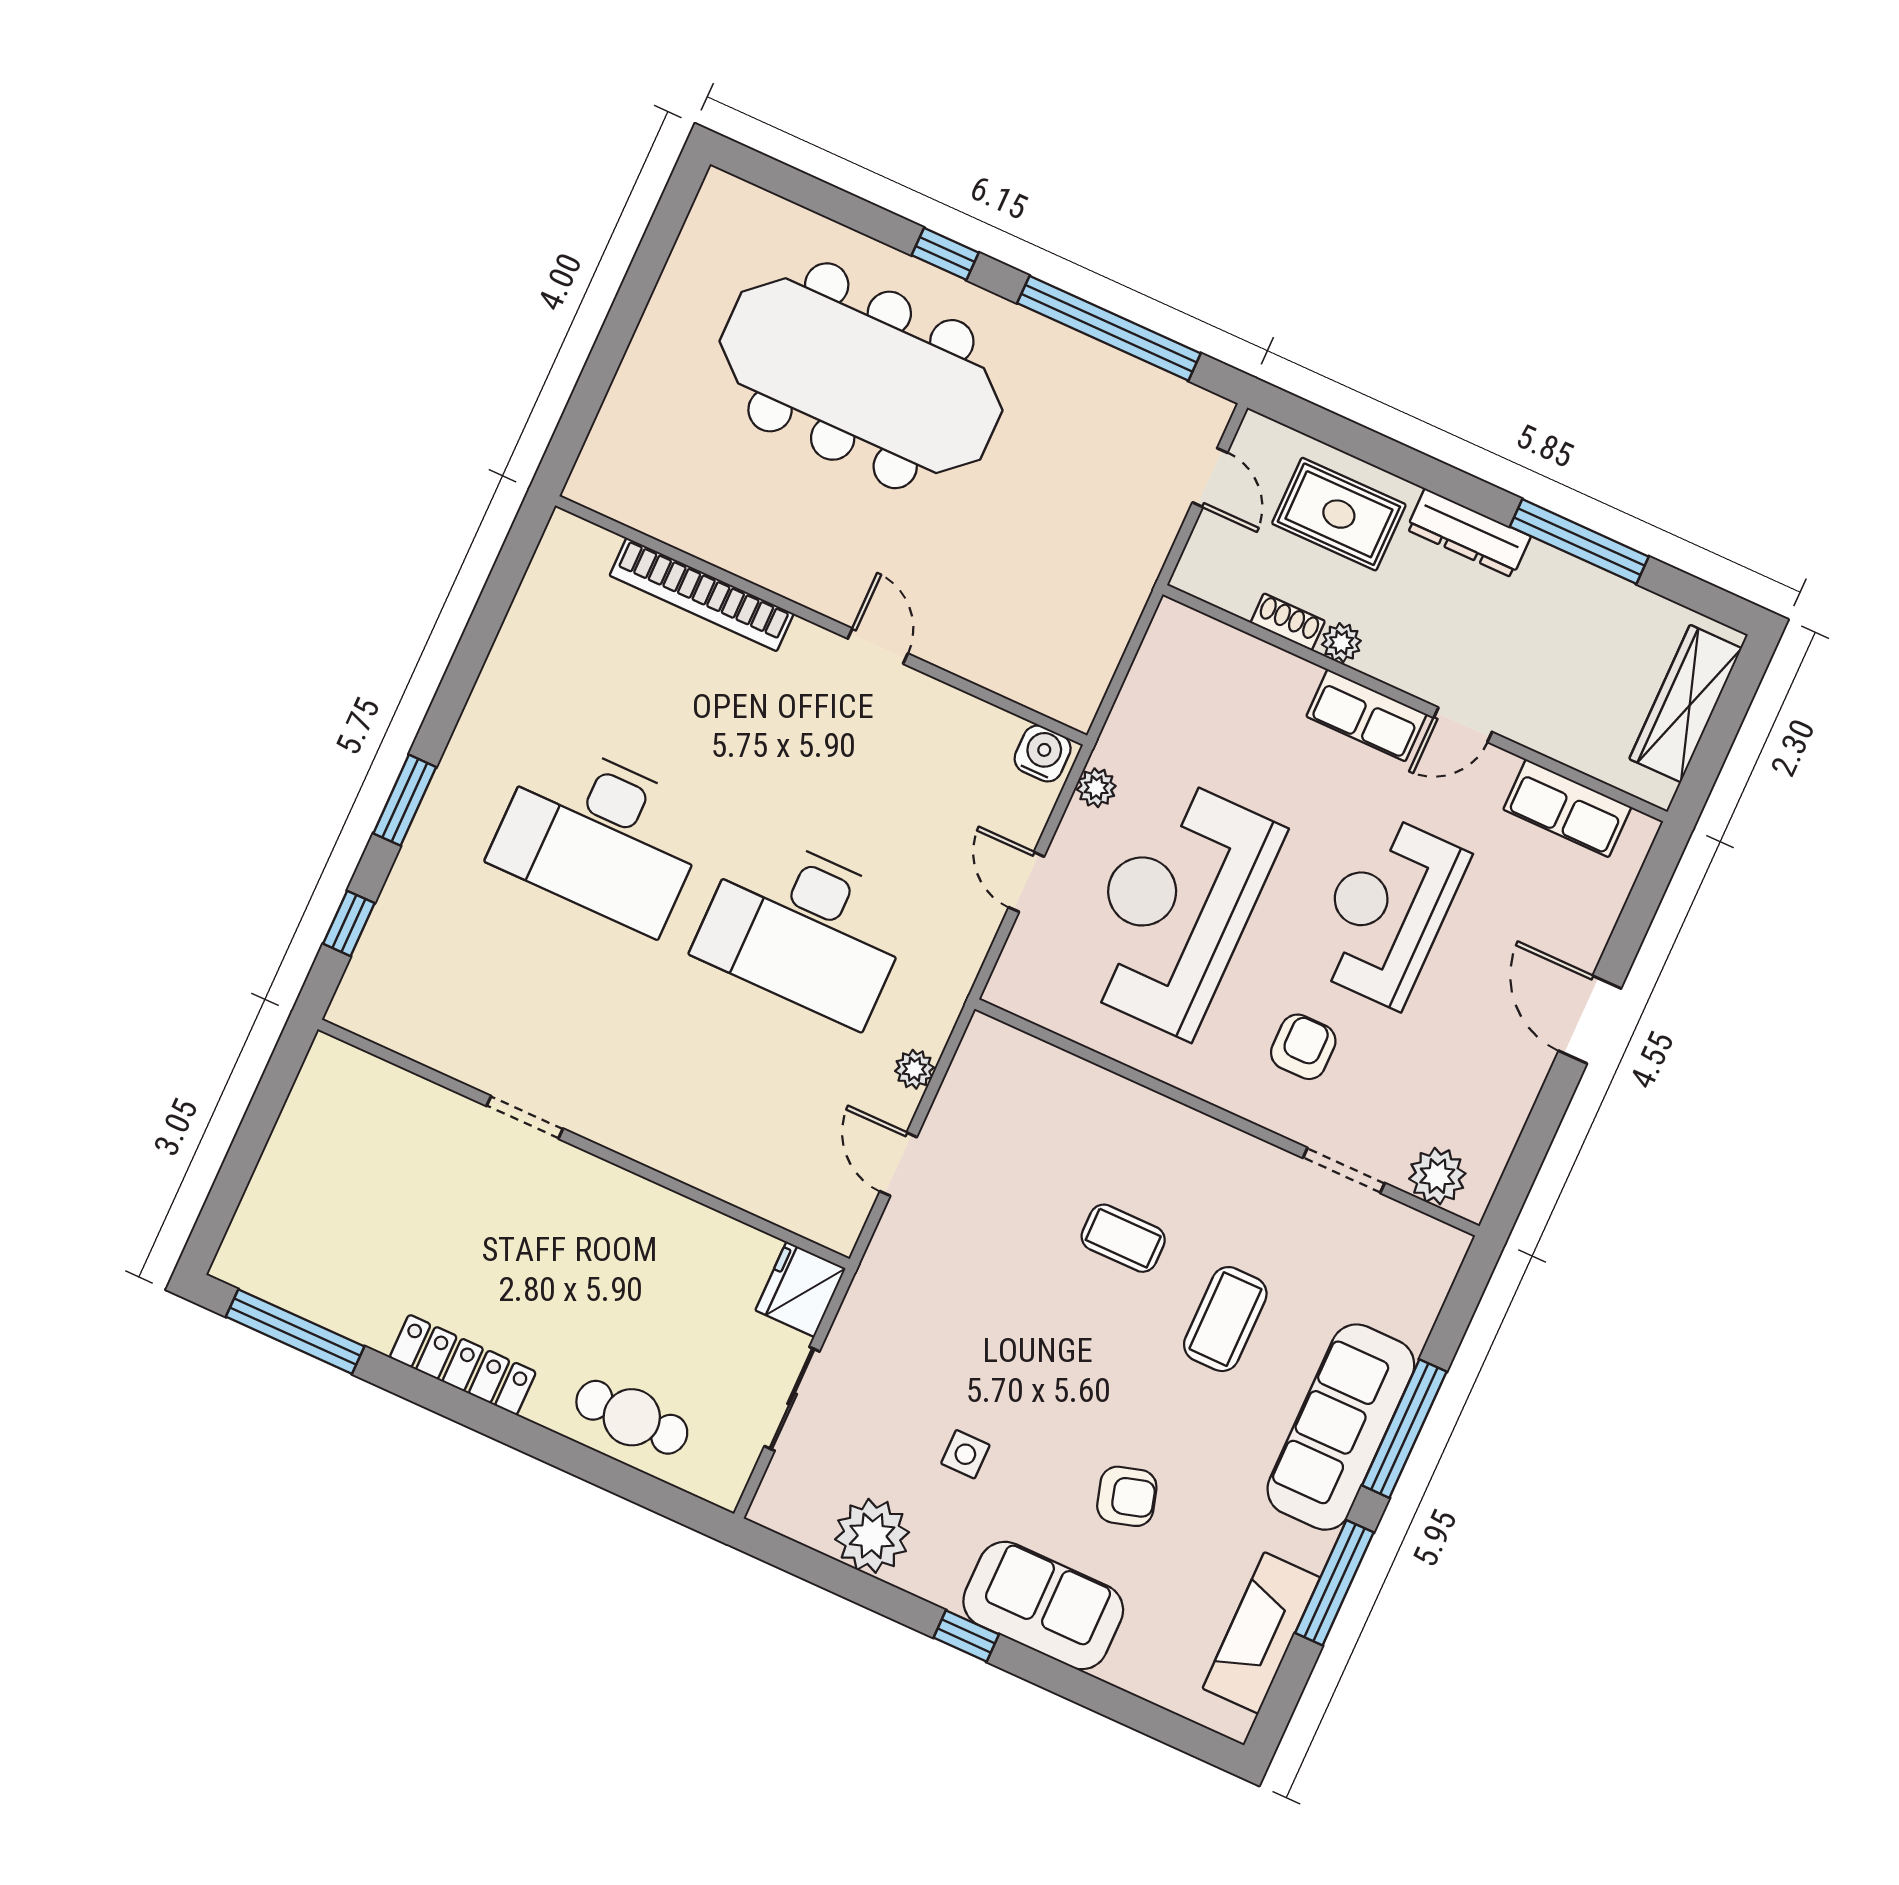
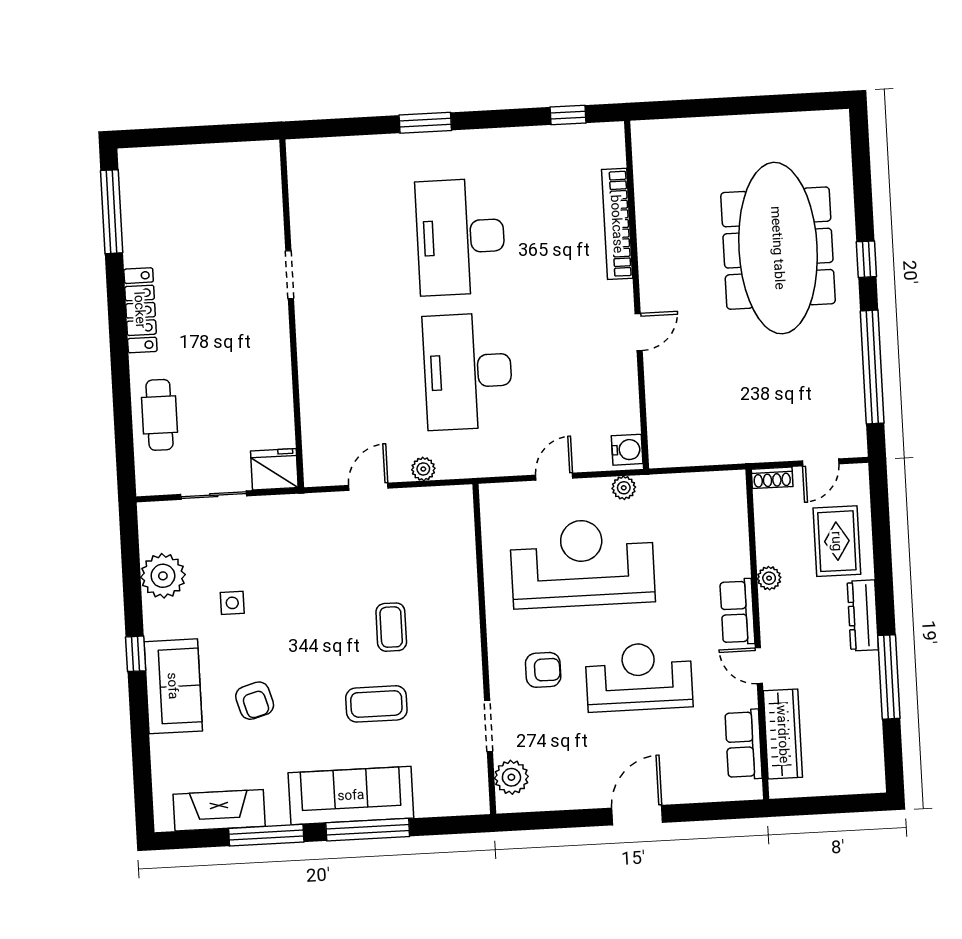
shoe rack: (1288, 622) -> (772, 478), moved, turned 90
wardrobe: (1685, 704) -> (783, 734), moved, turned 90
window: (349, 923) -> (568, 115), moved

